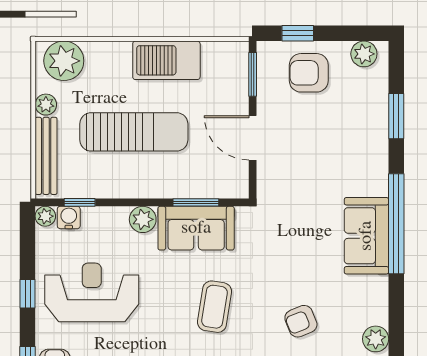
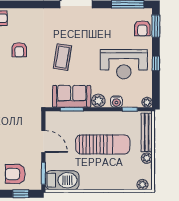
barbecue: (166, 60) -> (62, 180), moved
plant: (64, 61) -> (142, 185), width x0.53, depth x0.53
armchair: (309, 73) -> (15, 174), turned 180
sun lounger: (134, 132) -> (103, 144), turned 180
water cooler: (69, 217) -> (116, 102), moved
armchair: (301, 321) -> (19, 50), turned 112

